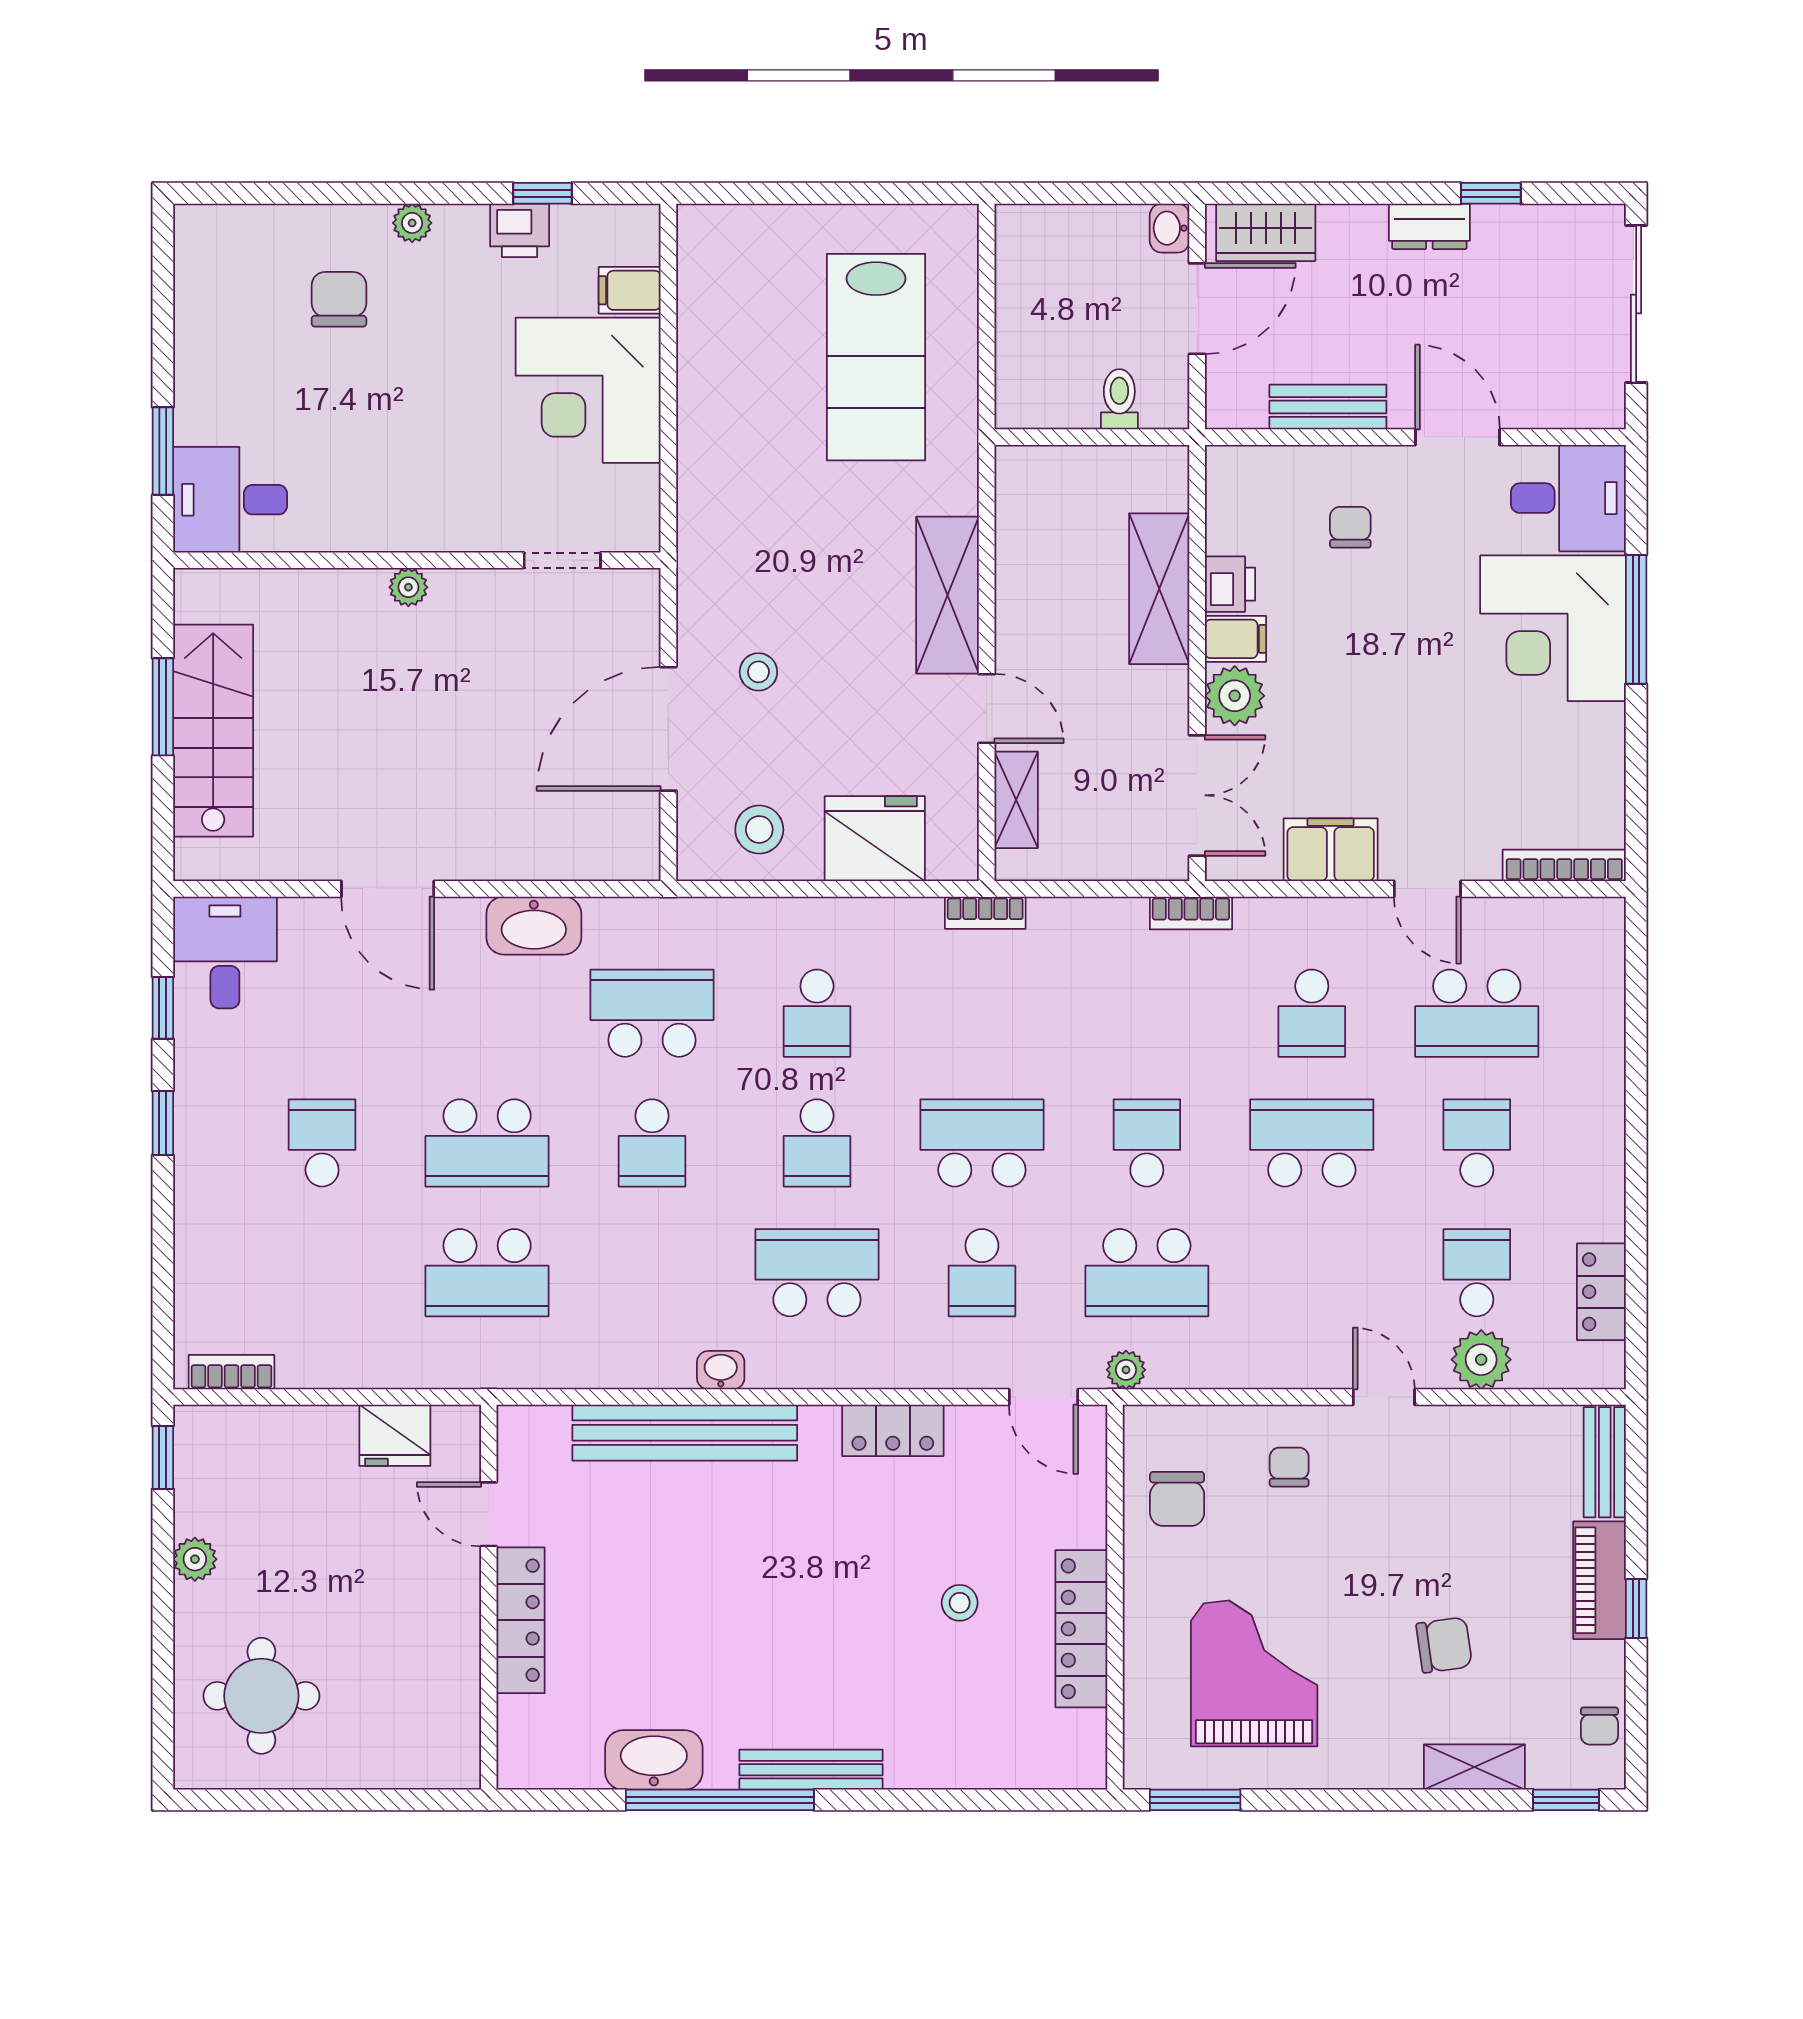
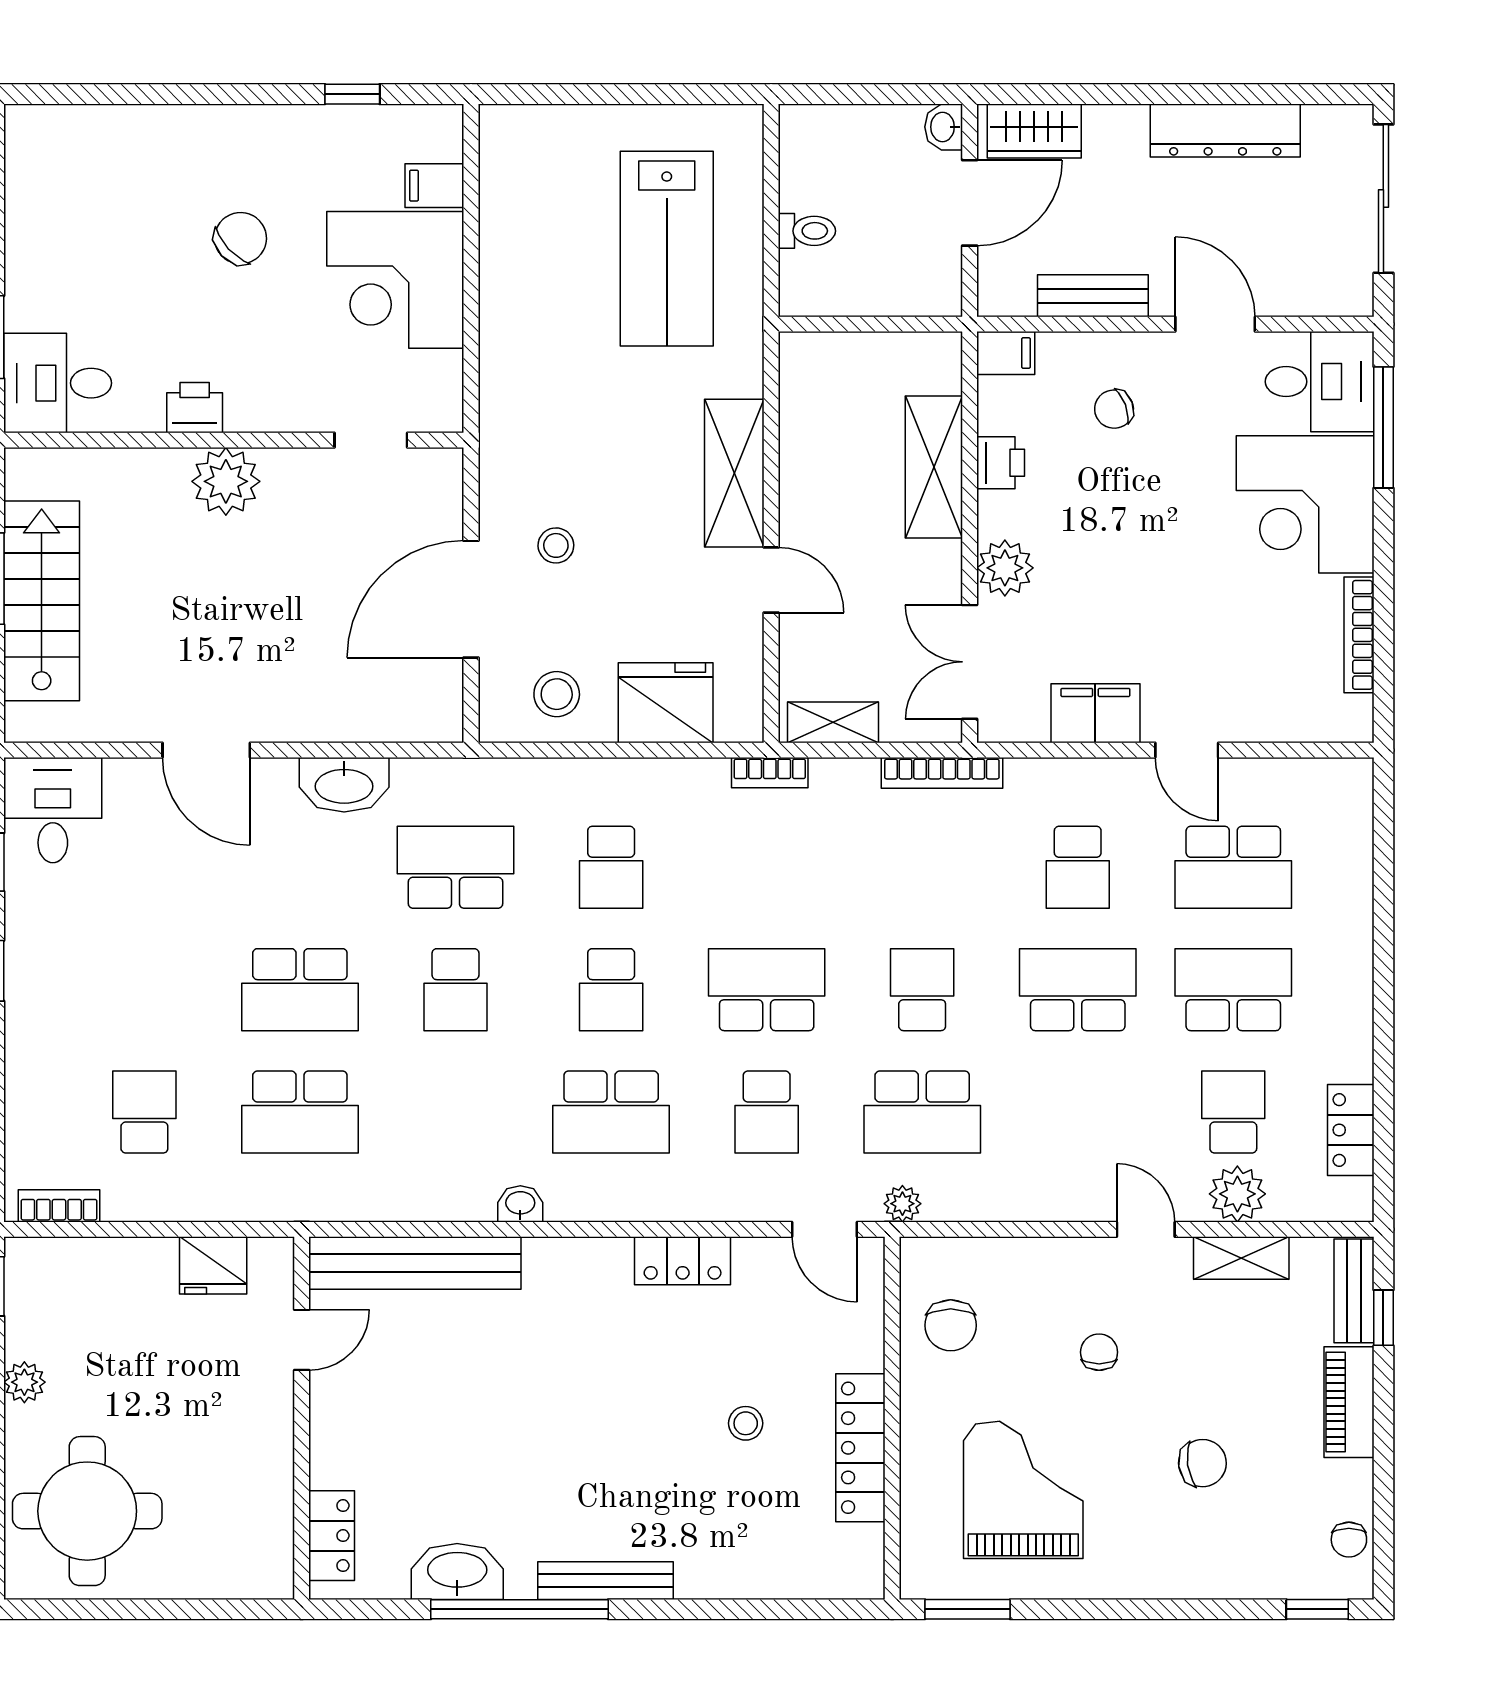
window: (1491, 193) -> (1247, 94), removed
plant: (412, 223) -> (229, 122), removed
dresser: (1429, 226) -> (1225, 130), width x1.96, depth x1.24
printer: (520, 230) -> (195, 408), moved, turned 180
chair: (339, 299) -> (241, 238), moved, turned 47
toilet: (1119, 399) -> (807, 231), moved, turned 90
chair: (1350, 527) -> (1114, 409), turned -111
plant: (408, 587) -> (226, 481), width x1.87, depth x1.87
window: (1636, 619) -> (1383, 427), moved
filing cabinet: (1236, 639) -> (1006, 353), moved
double door: (1197, 795) -> (970, 662), swing flipped
shelving: (1016, 800) -> (833, 722), moved, turned 90
bookcase: (1564, 865) -> (1359, 635), moved, turned -90
bookcase: (1191, 913) -> (942, 773), width x1.56
school desk: (322, 1143) -> (144, 1112), moved
school desk: (1477, 1143) -> (1233, 990), width x1.85
school desk: (817, 1273) -> (611, 1112), turned 180
bench: (685, 1433) -> (415, 1263), moved
chair: (1289, 1467) -> (1099, 1352), moved
door: (489, 1514) -> (302, 1340), swing flipped
window: (1636, 1609) -> (1383, 1318), moved
locker: (521, 1620) -> (332, 1536), moved, width x0.66
round table: (261, 1696) -> (87, 1511), width x1.36, depth x1.36
shelving: (1474, 1767) -> (1241, 1258), moved

